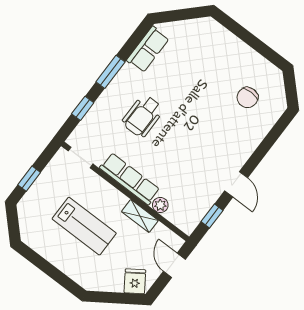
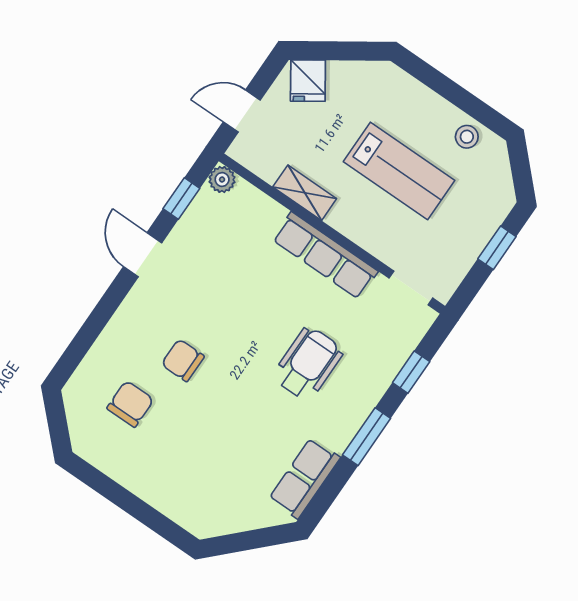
chair: (216, 122) -> (183, 360), added
plant: (160, 205) -> (222, 179), moved
lab bench: (84, 226) -> (399, 171), turned 180
stool: (44, 244) -> (467, 137), added
door: (174, 265) -> (242, 111), swing flipped

